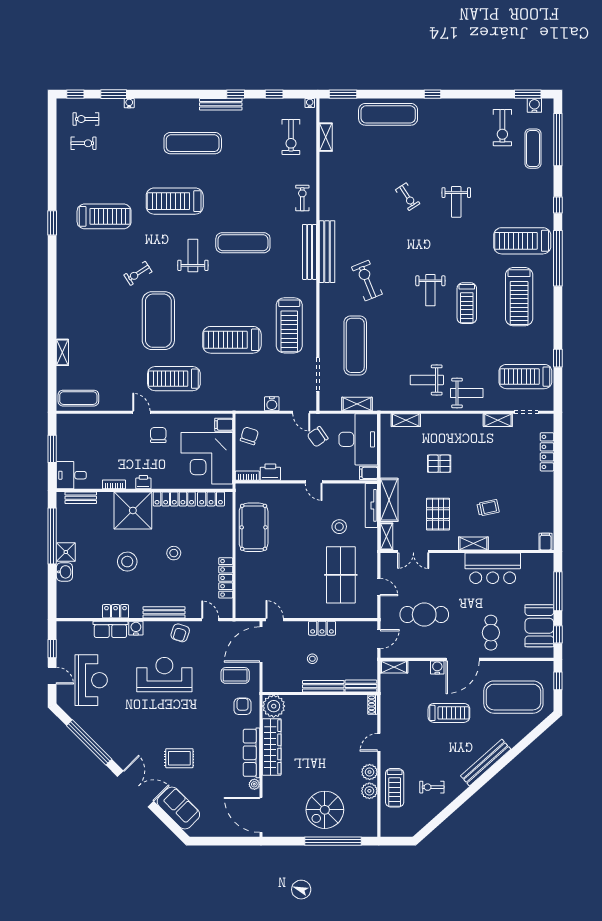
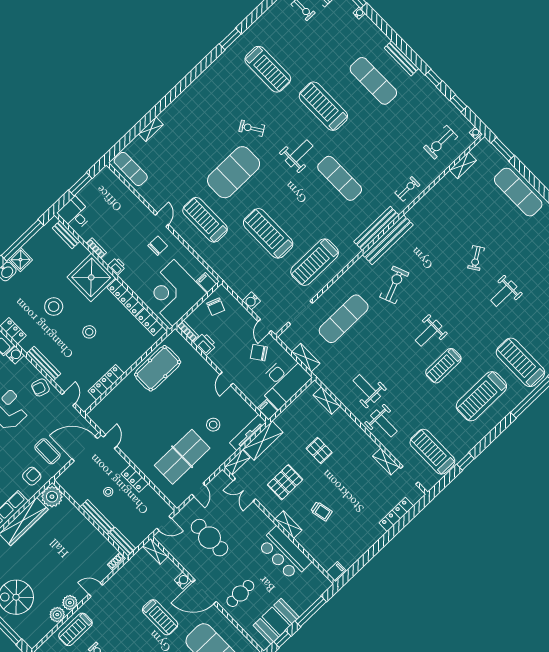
bench: (221, 104) -> (401, 58), moved
chair: (249, 436) -> (216, 307), turned 93

